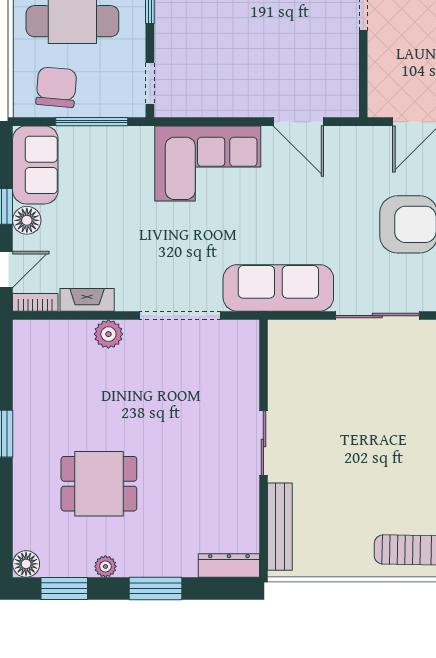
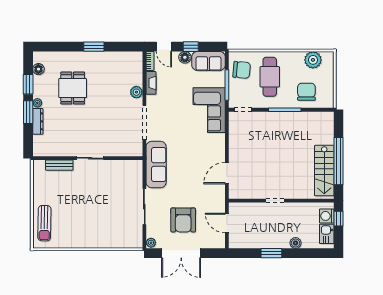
corner sofa: (208, 163) -> (209, 110), moved
bench: (280, 527) -> (59, 165), width x0.73
floor lamp: (26, 564) -> (38, 69), moved
dresser: (229, 565) -> (38, 121), moved
plant: (105, 566) -> (37, 103), moved
window: (64, 588) -> (28, 84), moved

